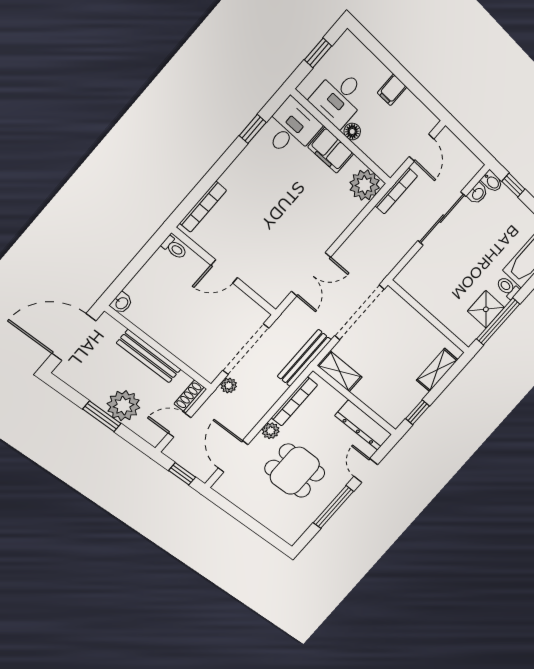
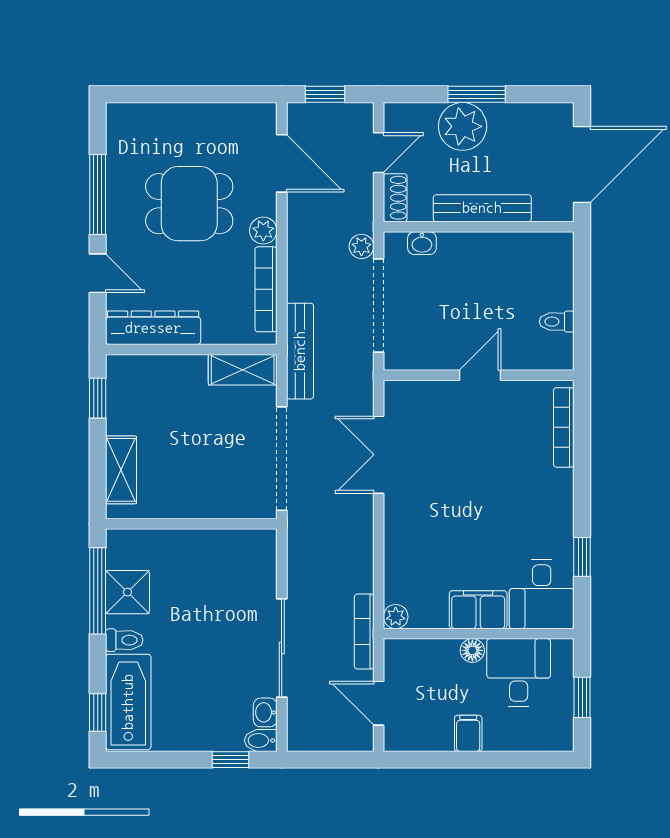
plant: (365, 185) -> (396, 617), width x0.53, depth x0.53
toilet: (174, 248) -> (557, 322), moved
washbasin: (121, 303) -> (422, 243), moved, turned -90

